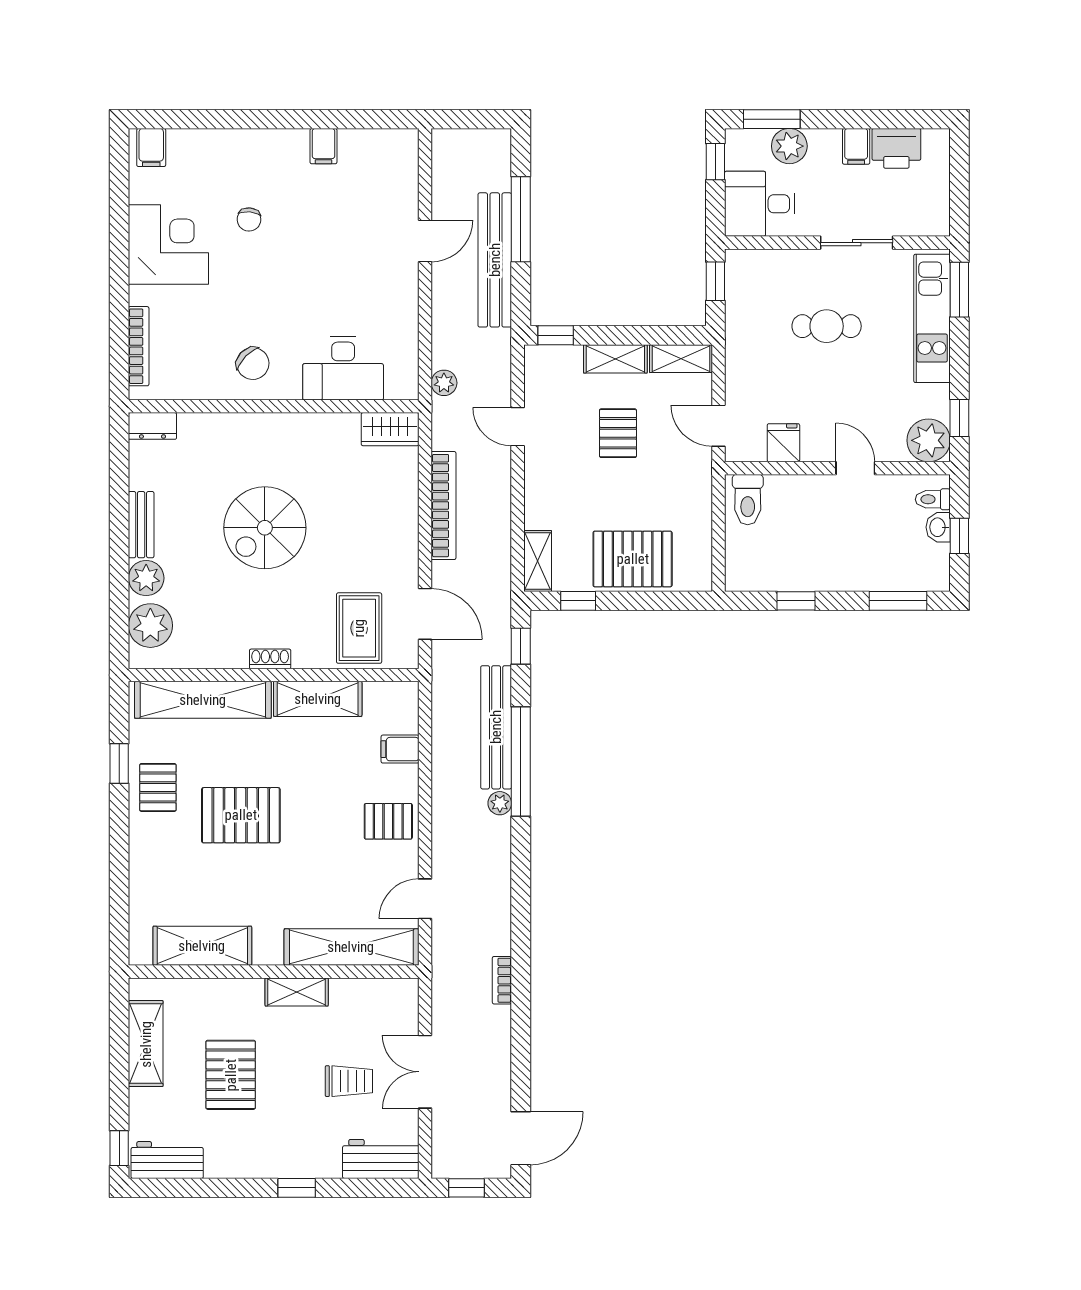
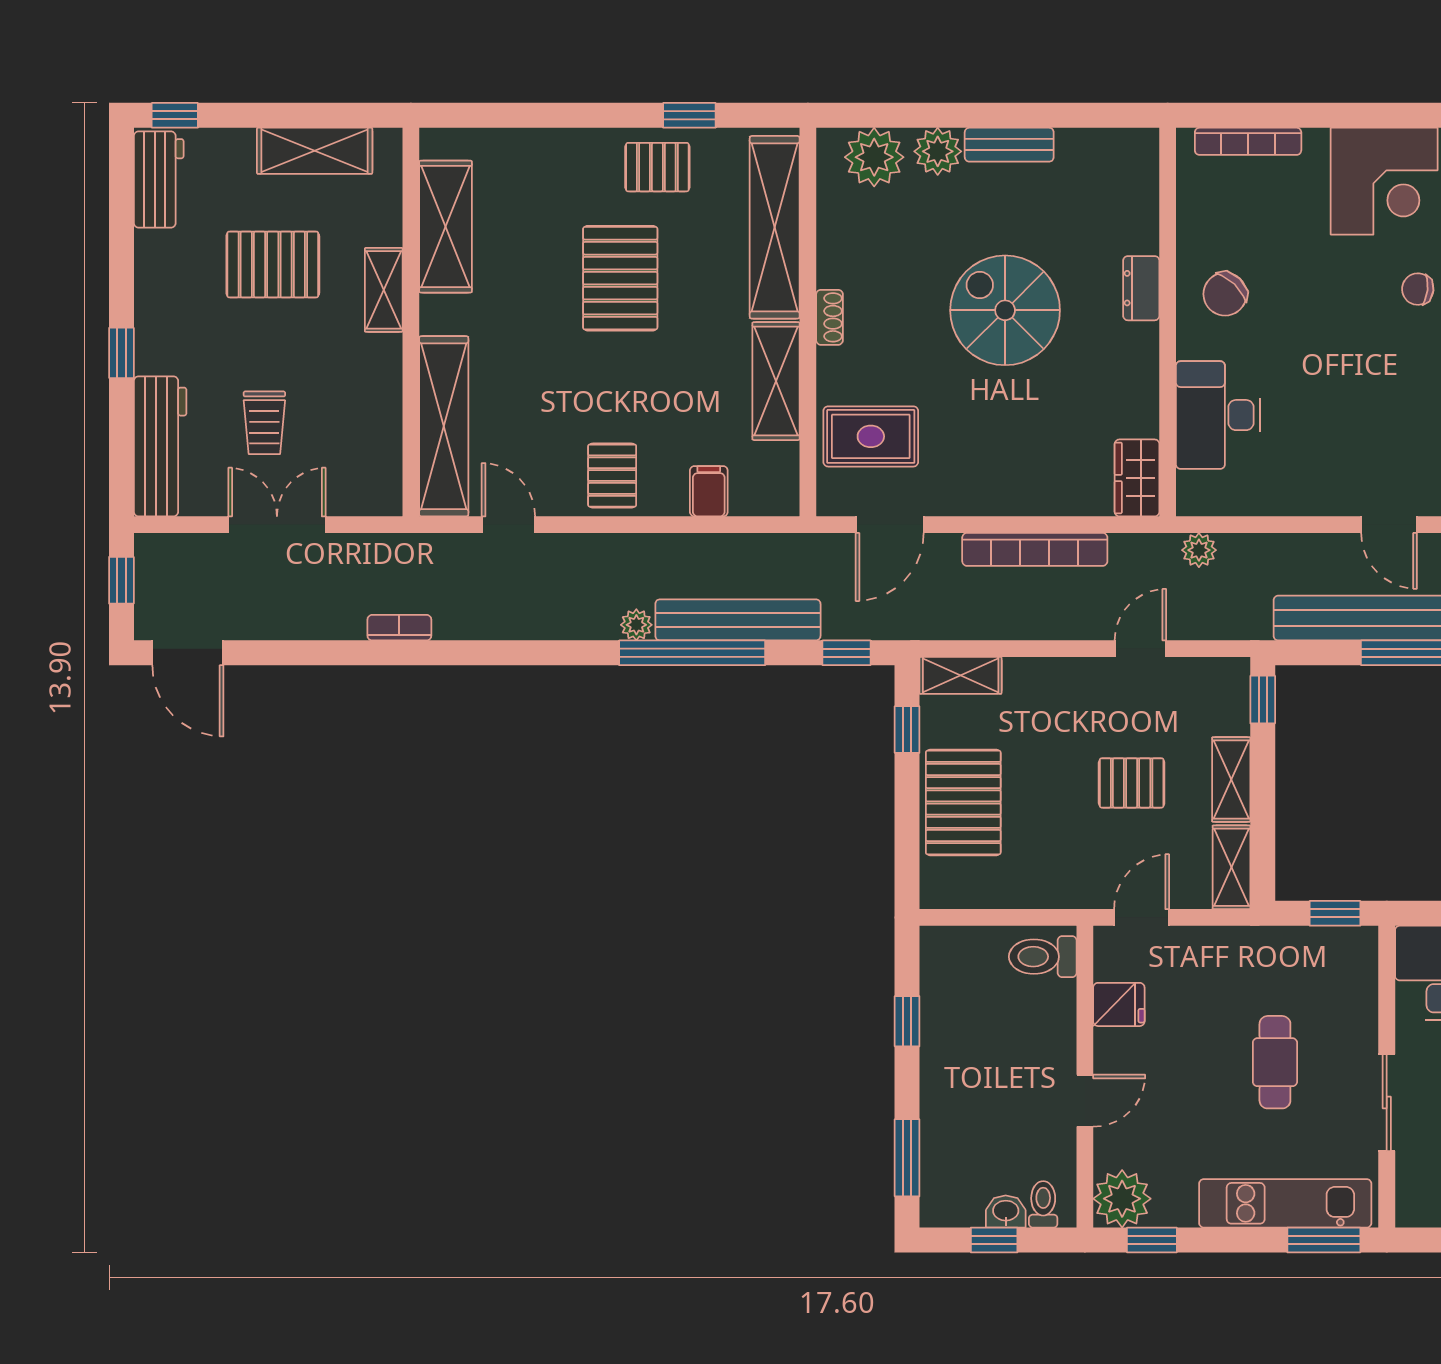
dresser: (152, 426) -> (1141, 288), moved
shelving: (297, 992) -> (384, 290), moved
workbench: (381, 1159) -> (160, 446), width x1.38

